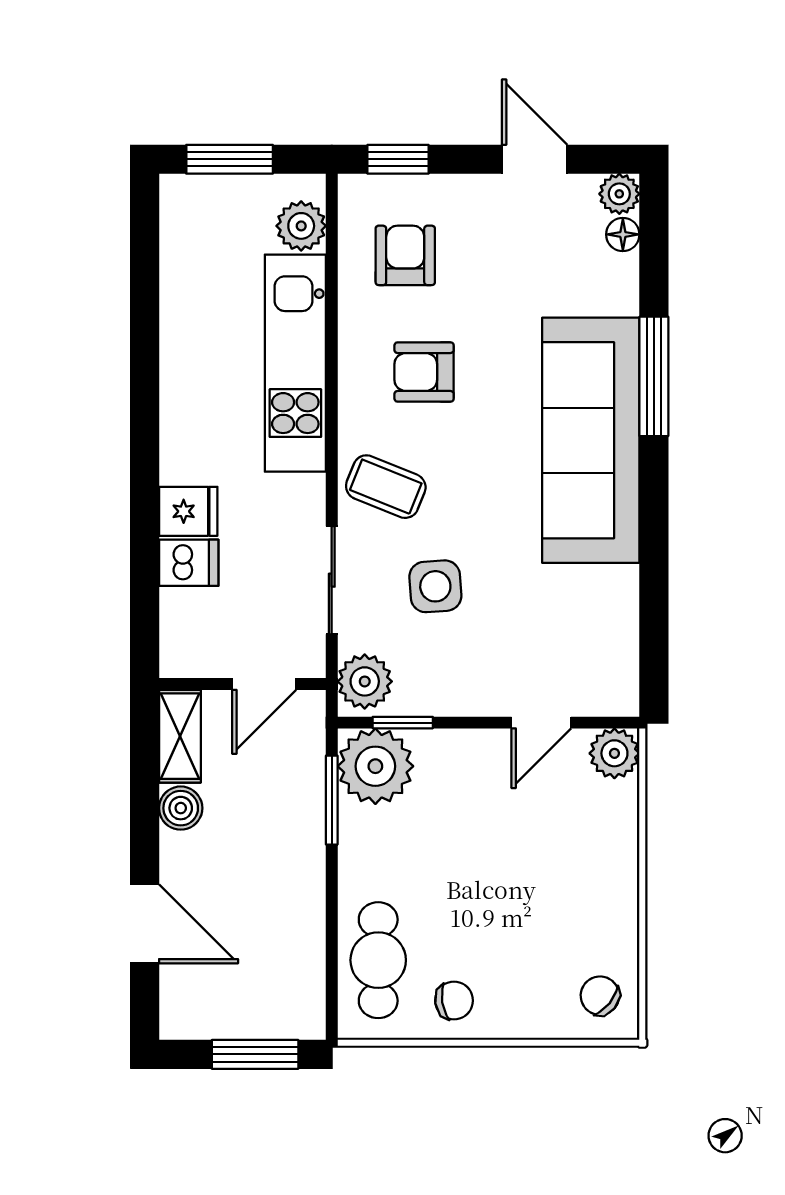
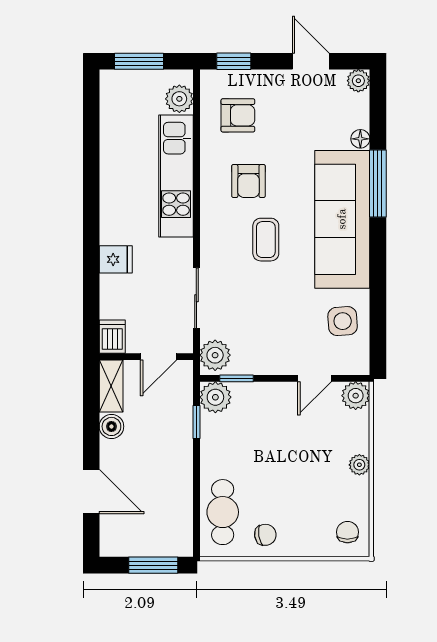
floor lamp: (623, 234) -> (360, 139), moved
armchair: (405, 255) -> (238, 115), turned 90
armchair: (424, 372) -> (248, 181), turned -90
coffee table: (386, 487) -> (266, 240), moved, turned 68
dishwasher: (189, 563) -> (112, 337), moved, turned -90
side table: (435, 586) -> (343, 321), moved
plant: (375, 766) -> (215, 397), width x0.73, depth x0.73
window: (332, 800) -> (196, 422), width x0.67
plant: (621, 876) -> (359, 465), added
chair: (600, 996) -> (347, 532), turned 51

